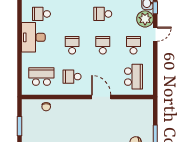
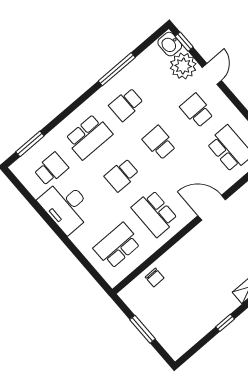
school desk: (41, 14) -> (51, 169), turned 180
school desk: (72, 14) -> (89, 137), added
school desk: (72, 45) -> (122, 175), turned -90
school desk: (72, 77) -> (155, 213), width x1.85

